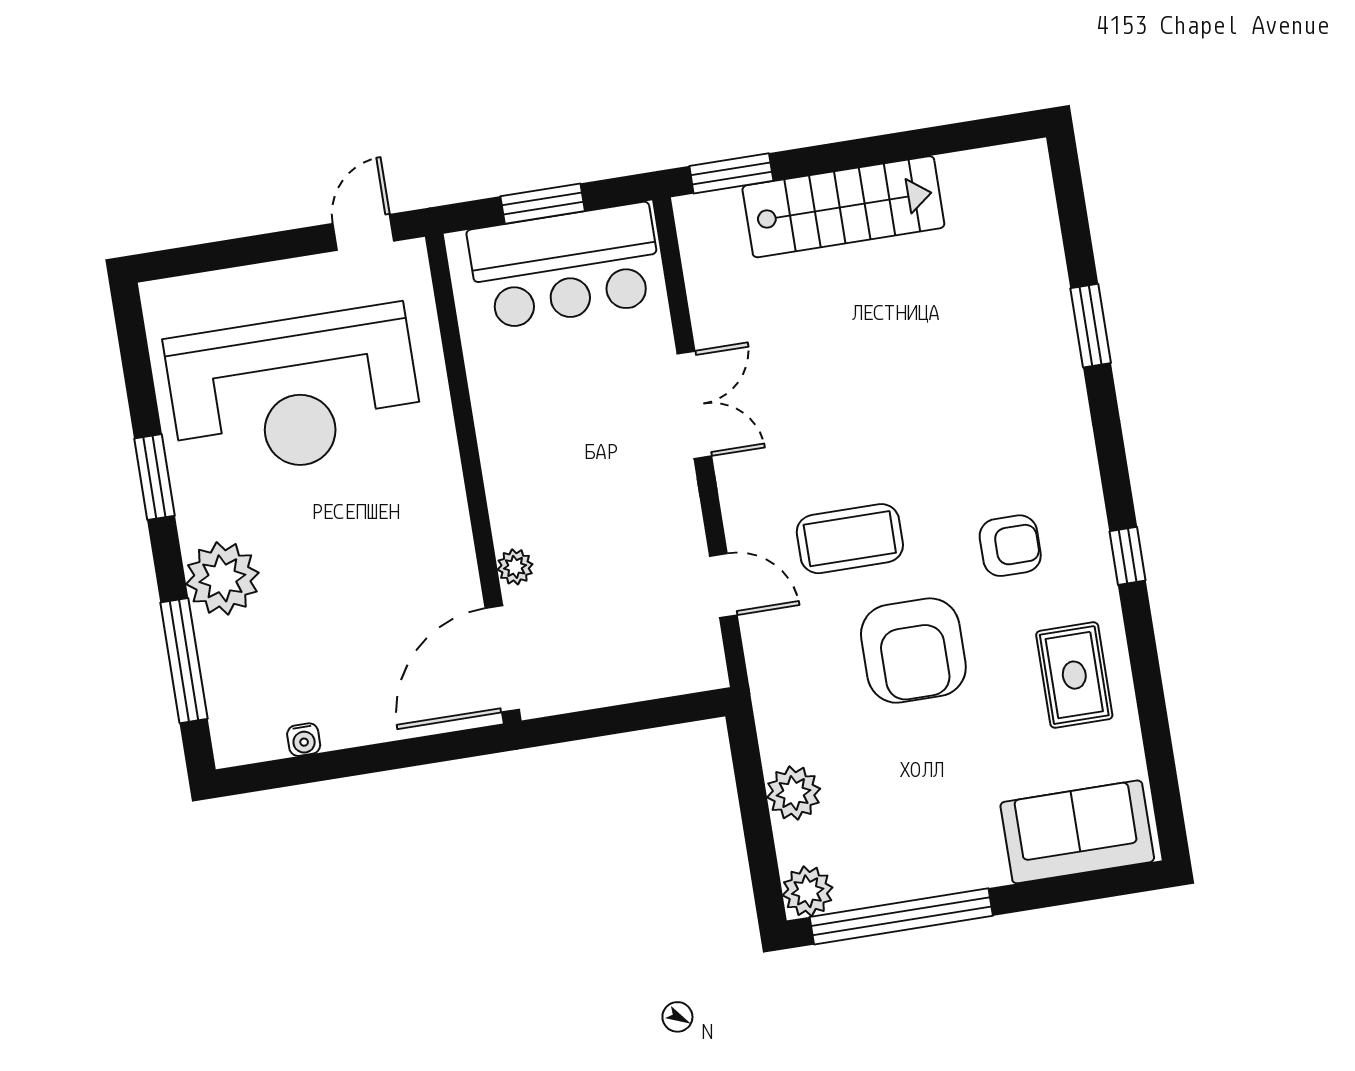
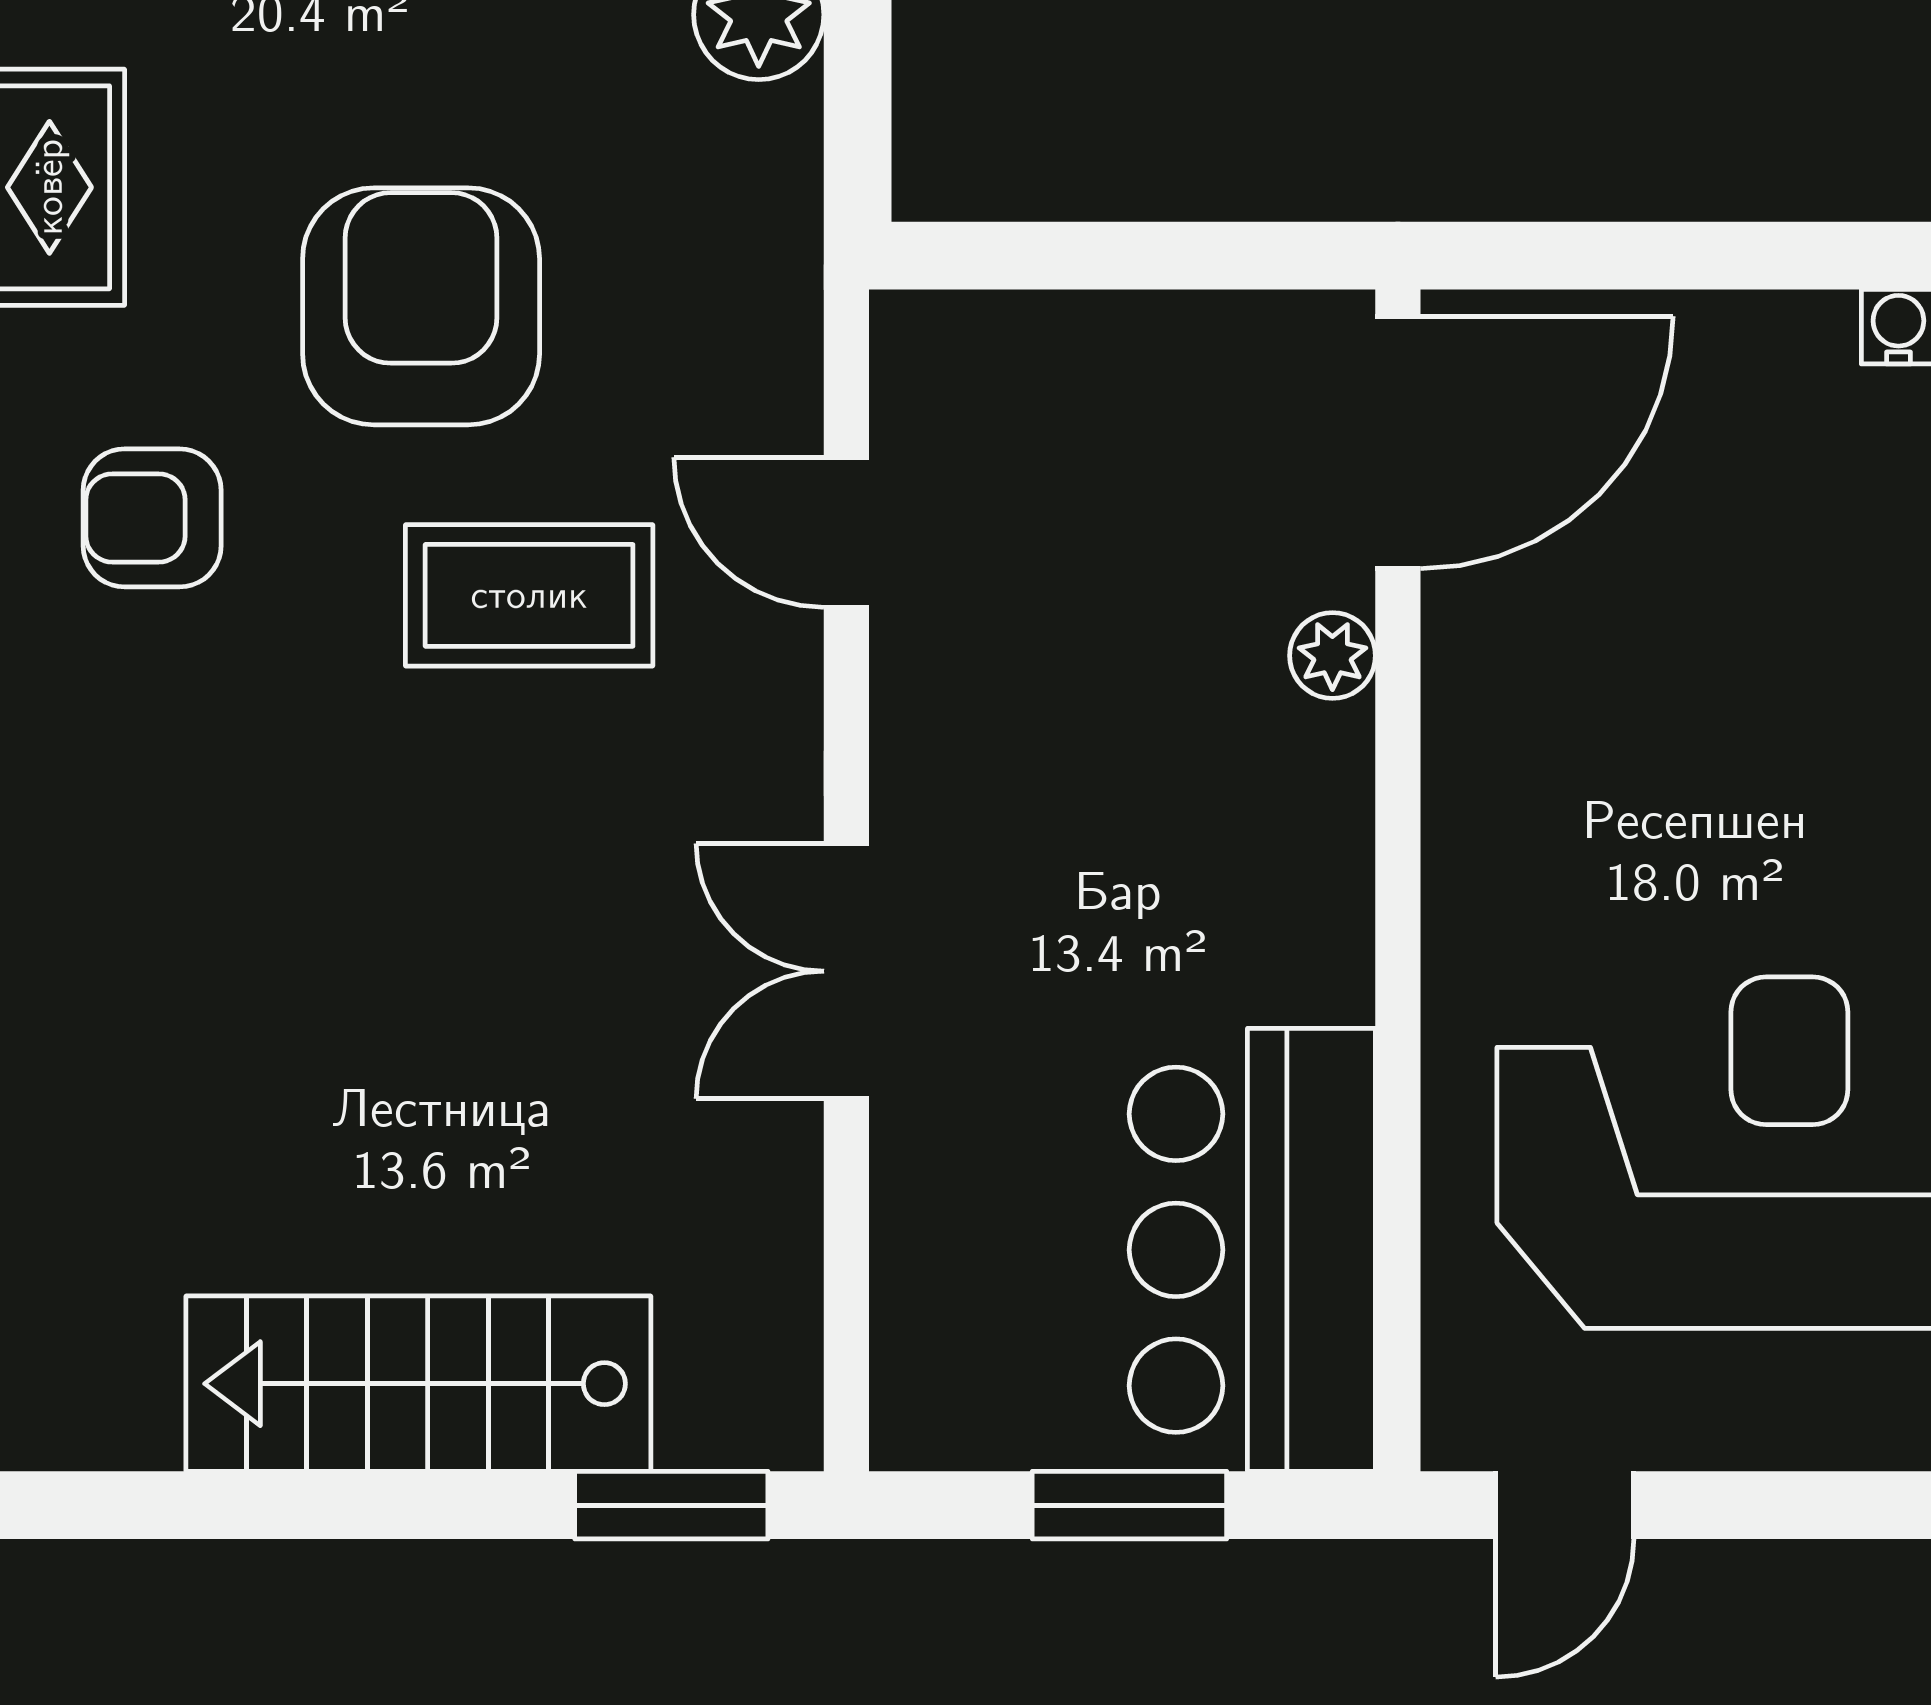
bar counter: (565, 266) -> (1252, 1250), moved, turned -90

